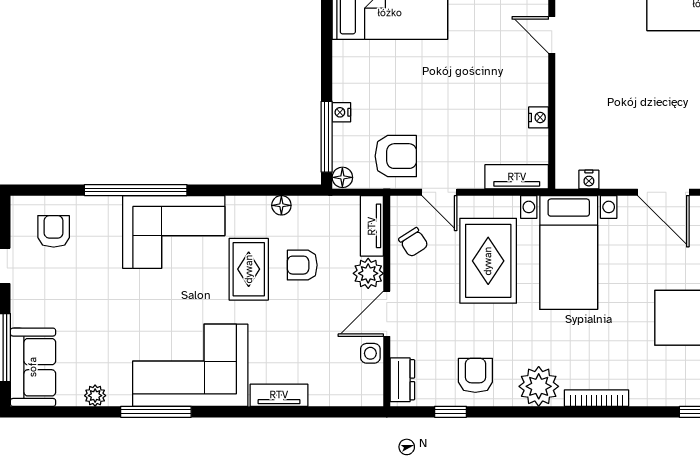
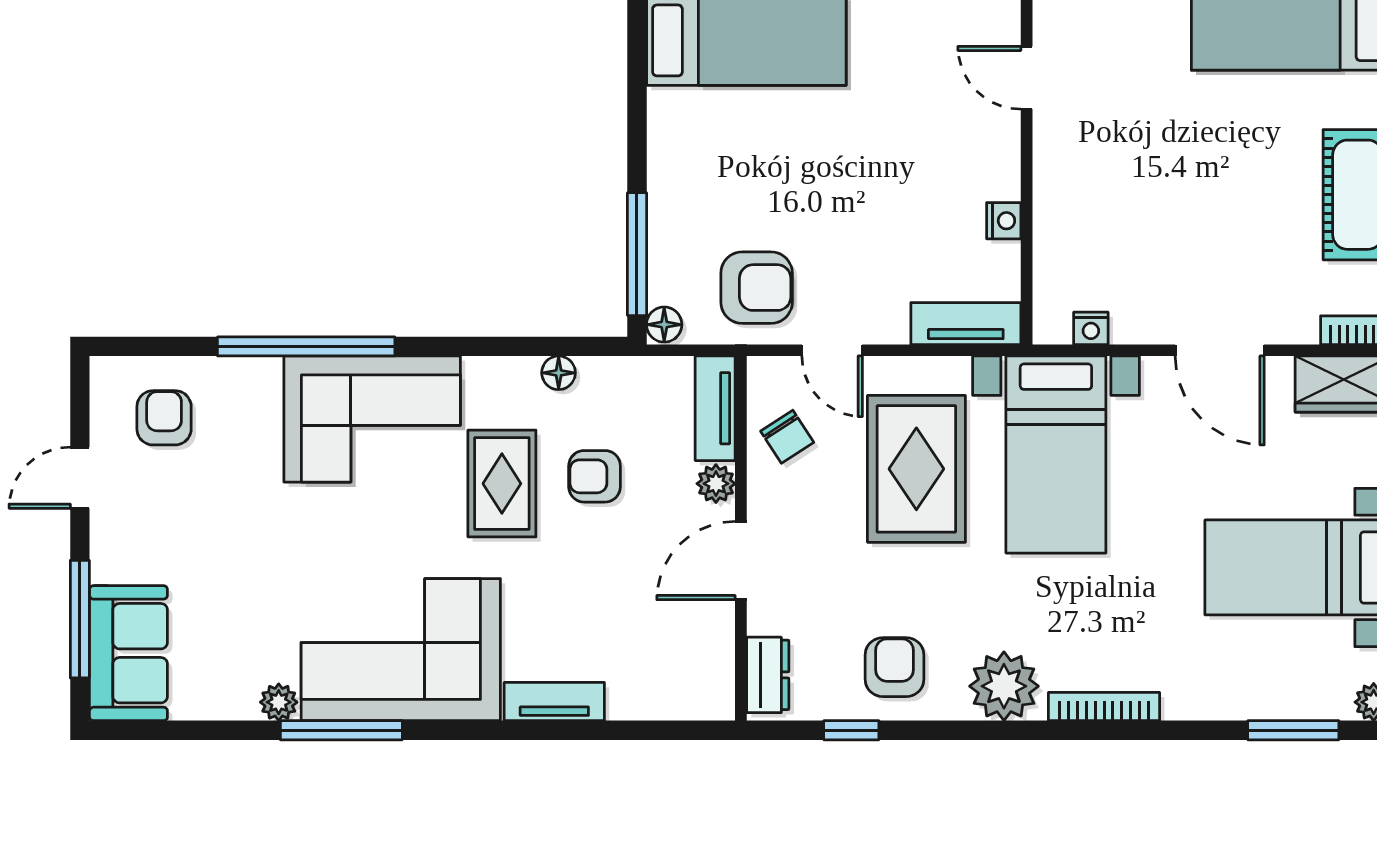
nightstand: (341, 112) -> (662, 212), removed
plant: (368, 273) -> (716, 484), width x0.73, depth x0.73
side table: (370, 353) -> (713, 629), removed
plant: (95, 396) -> (279, 702), moved

